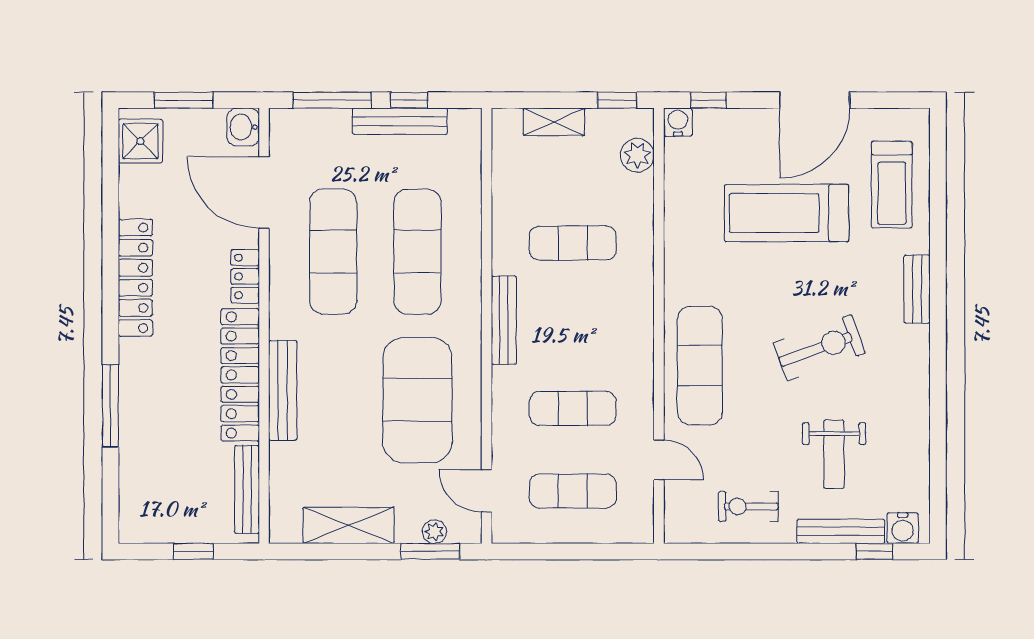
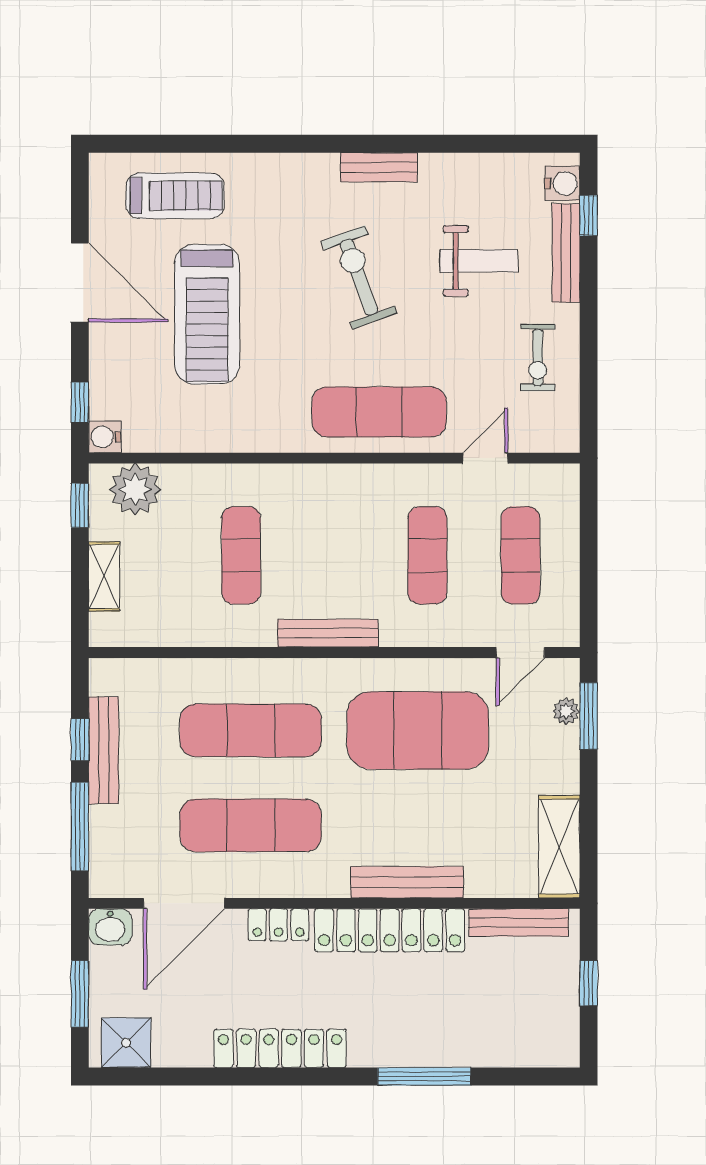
plant: (637, 155) -> (135, 489), width x1.36, depth x1.36
bench: (917, 289) -> (379, 167), moved
shelving: (348, 525) -> (559, 847), moved

